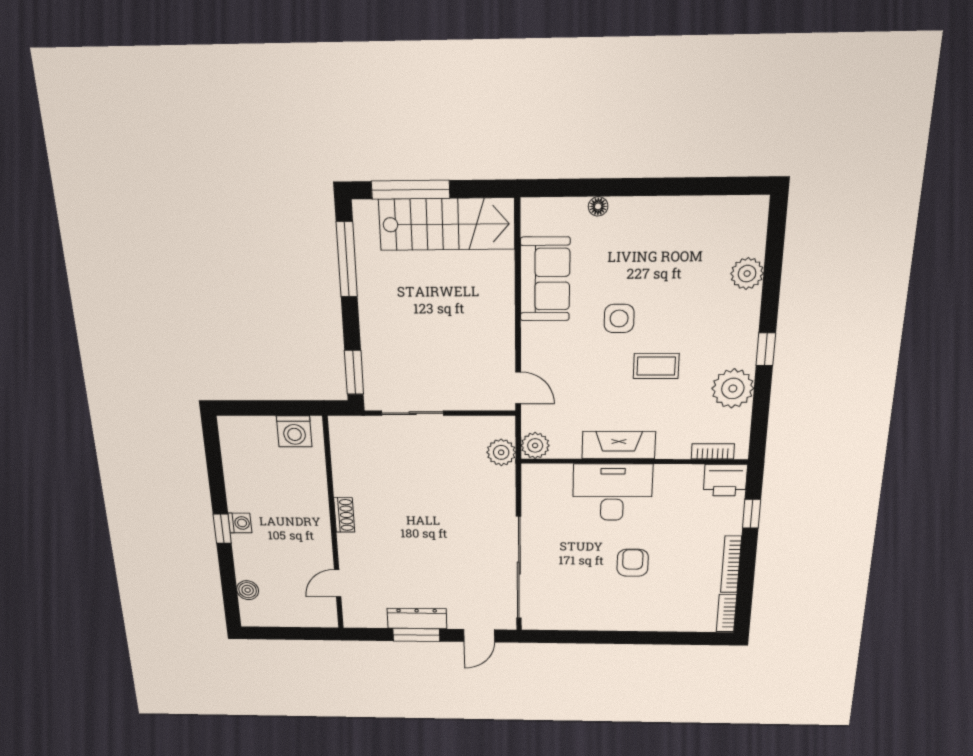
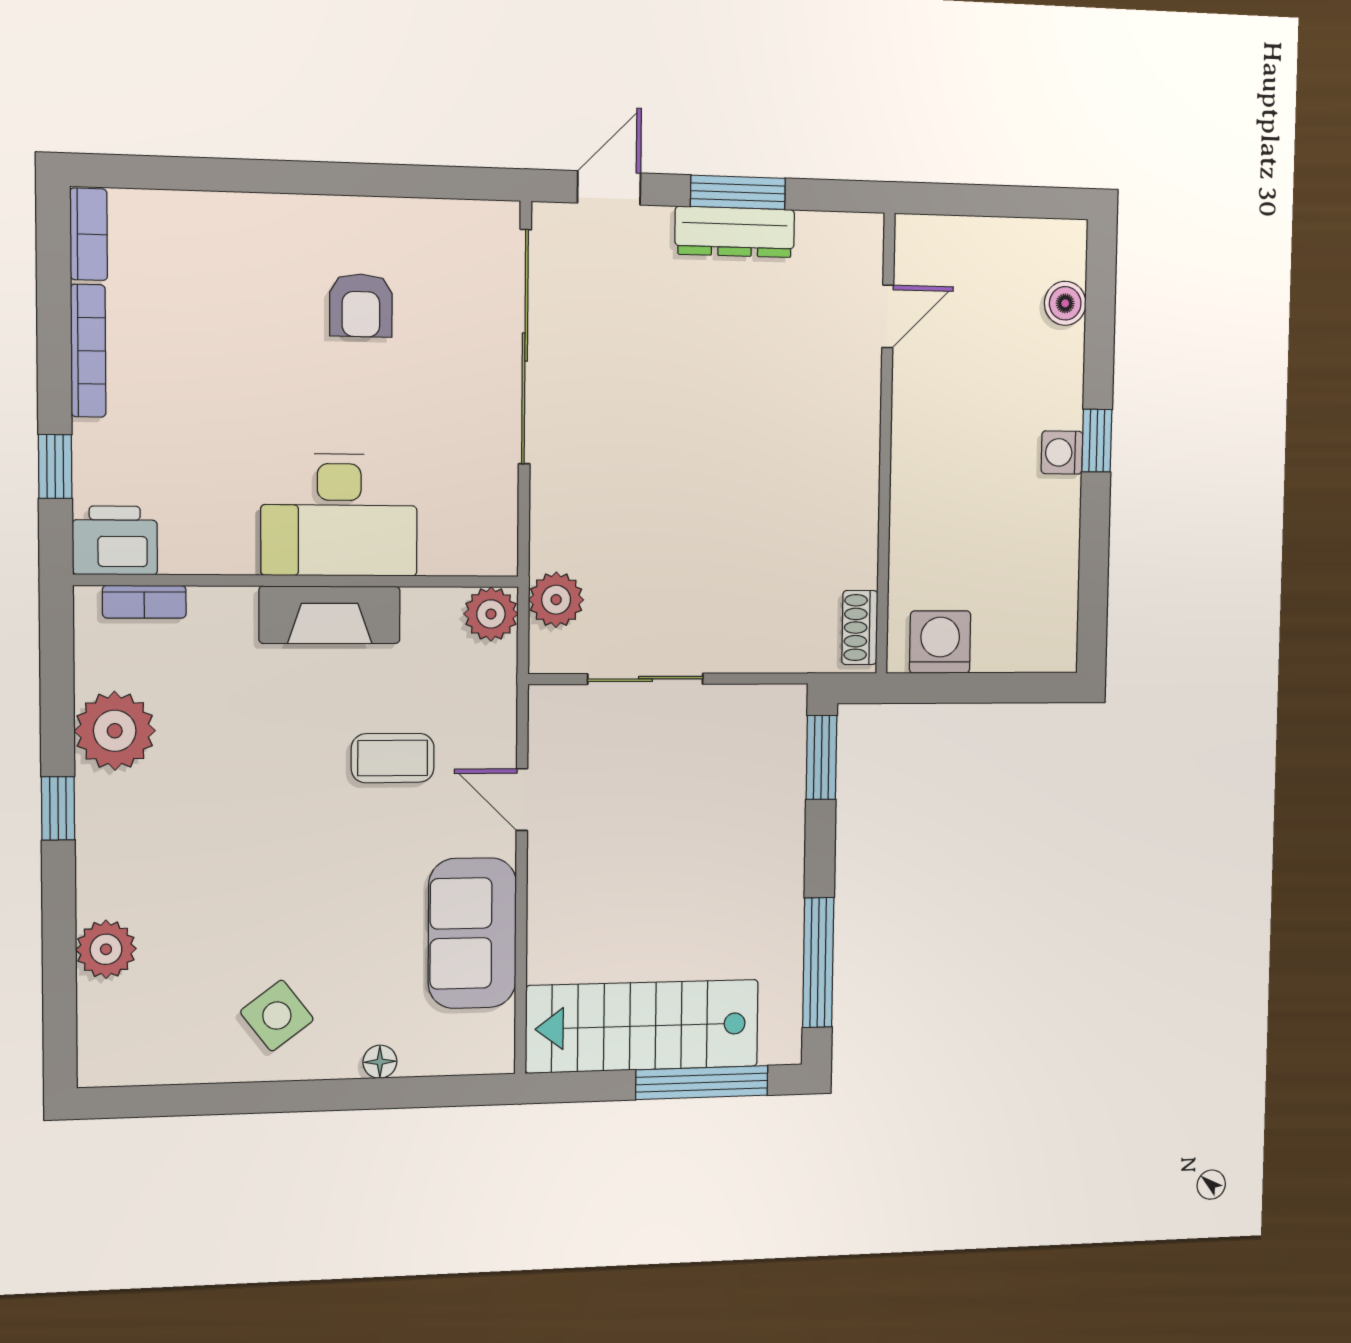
side table: (619, 318) -> (277, 1016), moved, turned -37
coffee table: (656, 366) -> (393, 758), moved
door: (518, 388) -> (522, 800), moved
sliding door: (413, 413) -> (645, 679), moved
shoe rack: (344, 515) -> (860, 628), moved
armchair: (633, 563) -> (361, 305), moved

